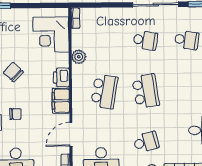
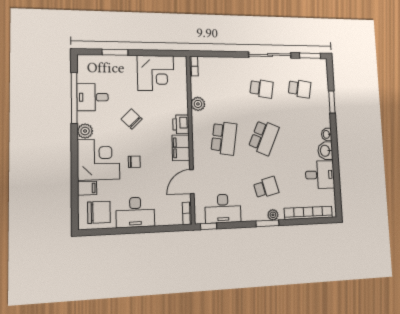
corner desk: (51, 35) -> (156, 73), moved, turned -90
school desk: (146, 91) -> (264, 138), turned 33

